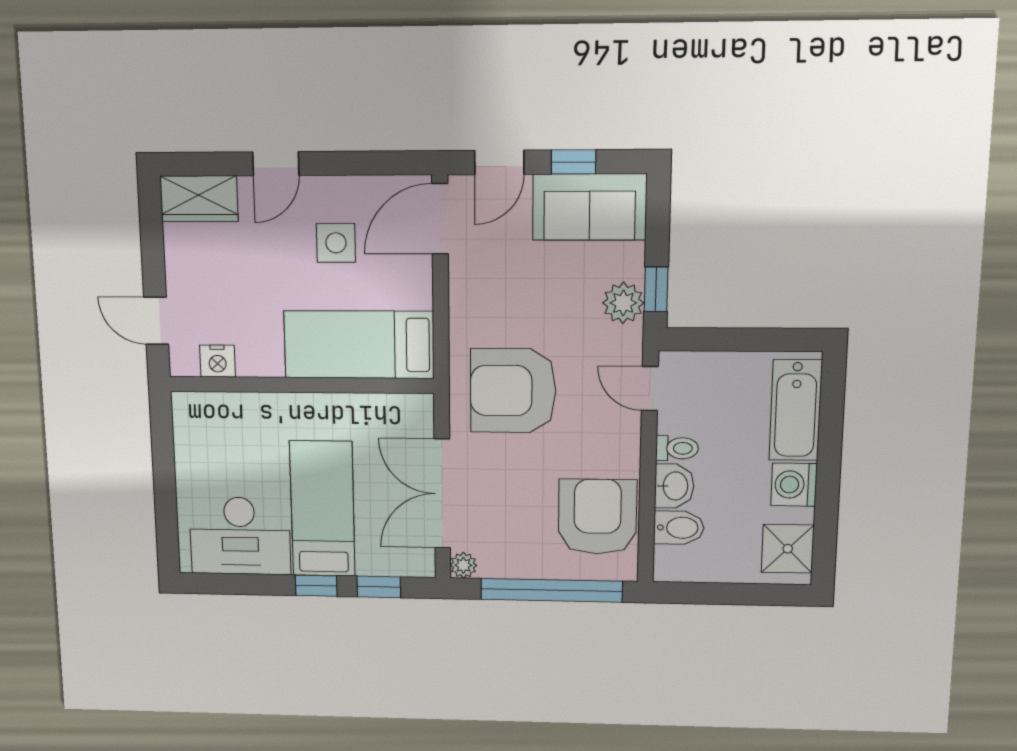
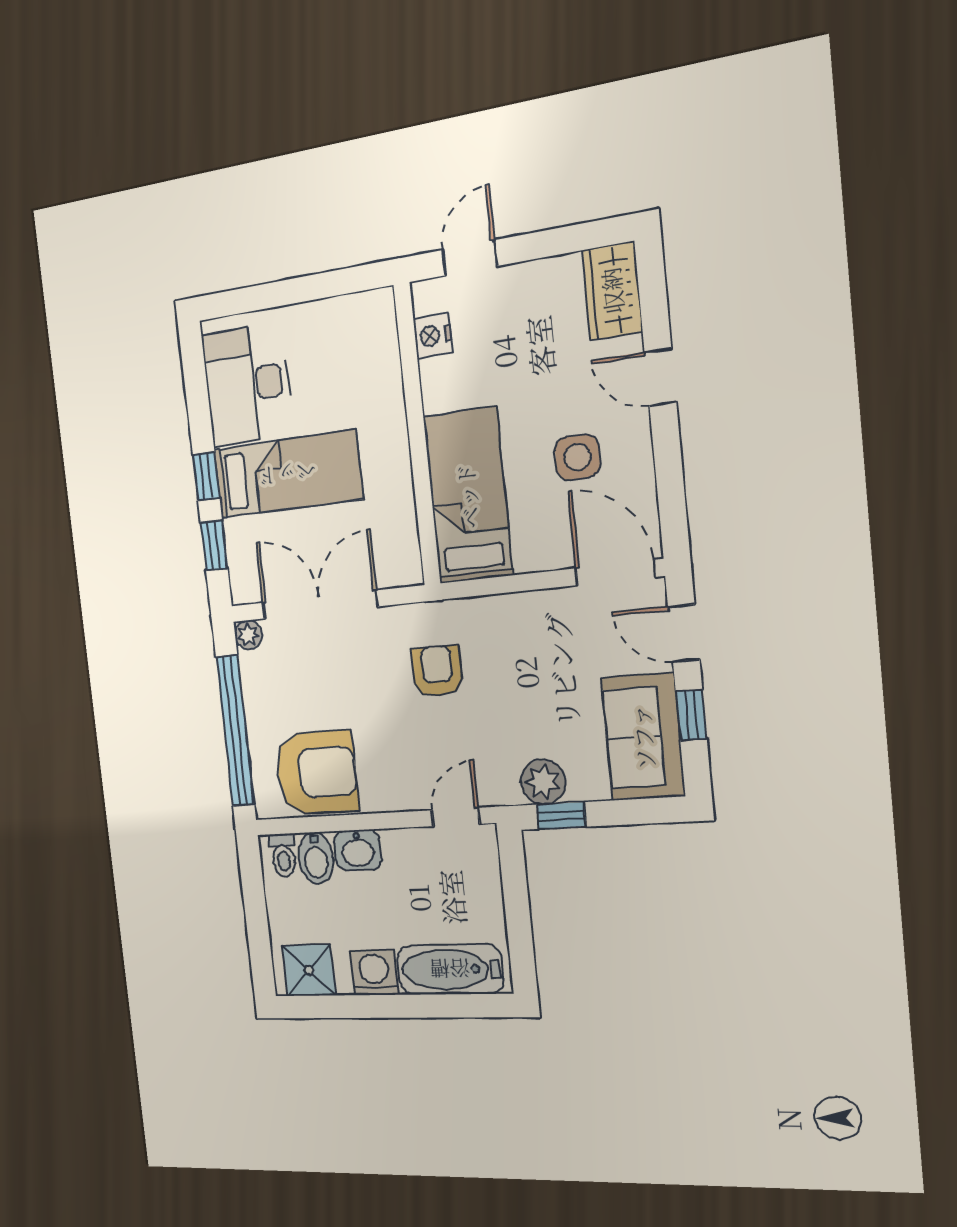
armchair: (513, 391) -> (437, 671), width x0.53, depth x0.53
toilet: (677, 448) -> (283, 855), moved

